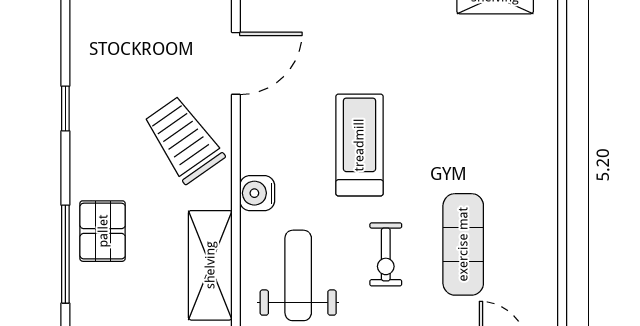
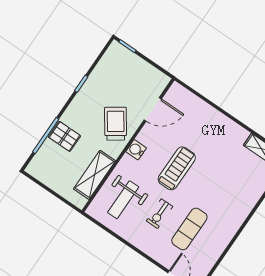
water cooler: (257, 193) -> (136, 150), moved
pallet: (103, 231) -> (65, 136), turned 90
weight bench: (298, 275) -> (123, 200), turned 180

